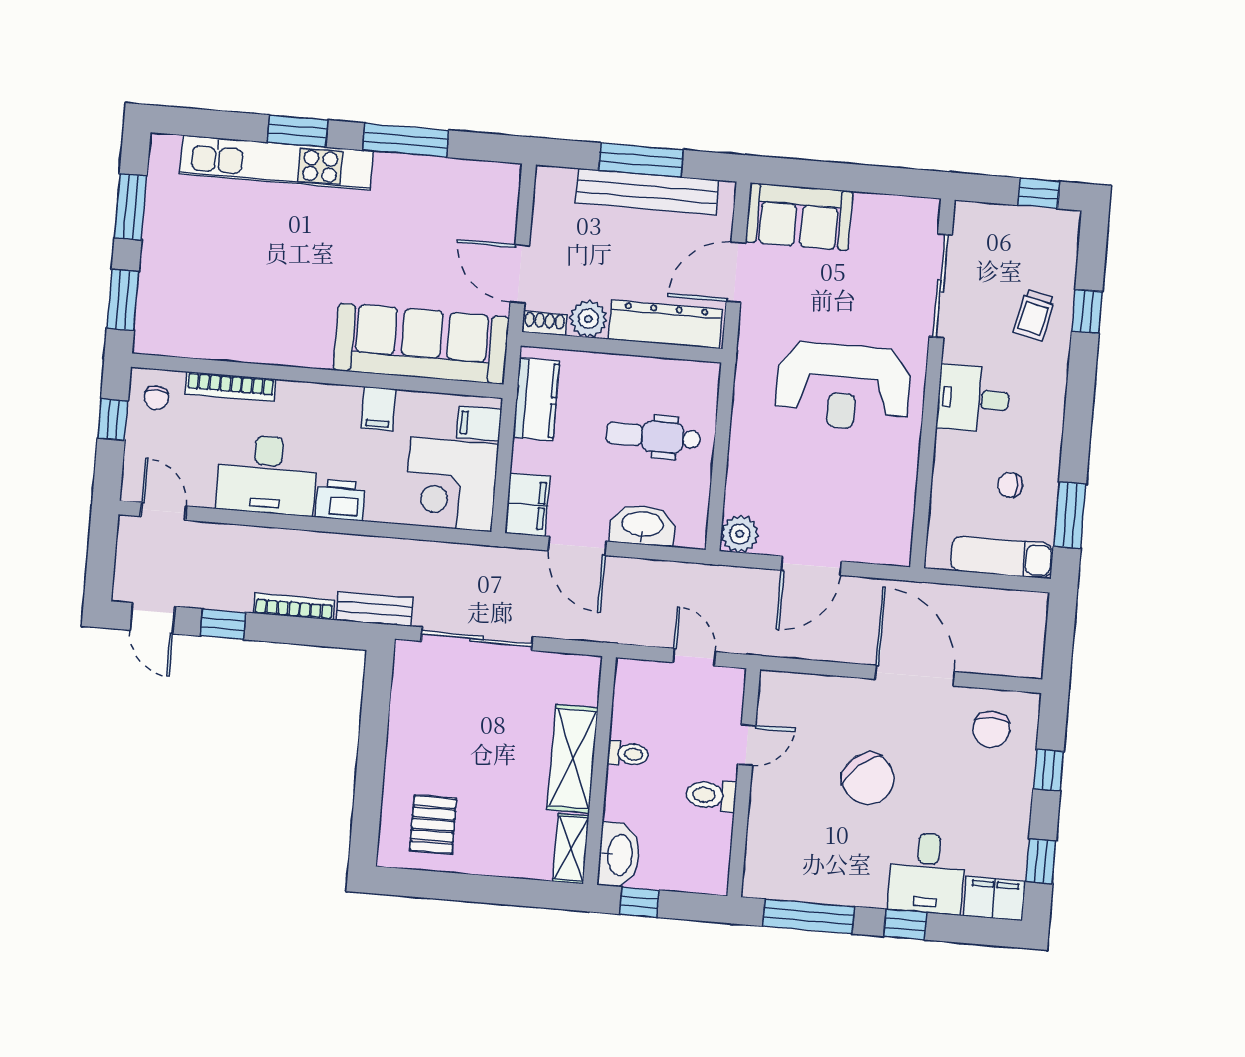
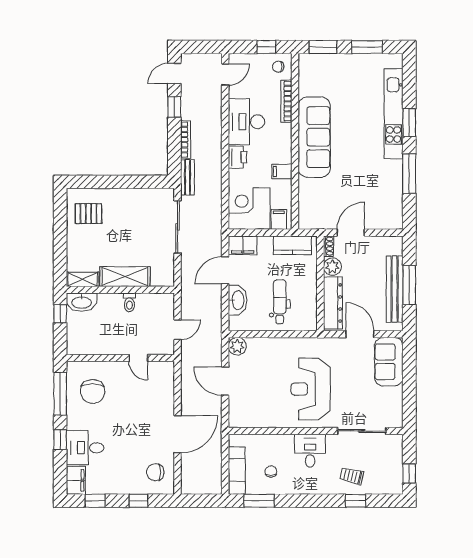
sofa: (421, 344) -> (314, 137), moved
chair: (868, 779) -> (93, 391), moved, turned -49
toilet: (711, 795) -> (113, 343), removed

